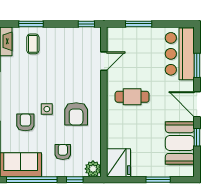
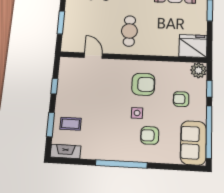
window: (86, 24) -> (54, 86), moved

